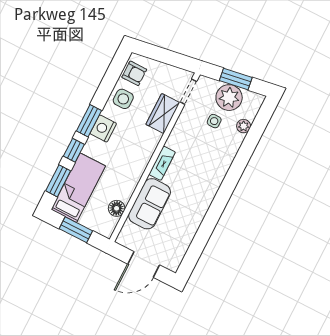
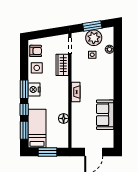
sofa: (150, 204) -> (105, 115), moved, turned 180
floor lamp: (117, 208) -> (64, 118), moved

